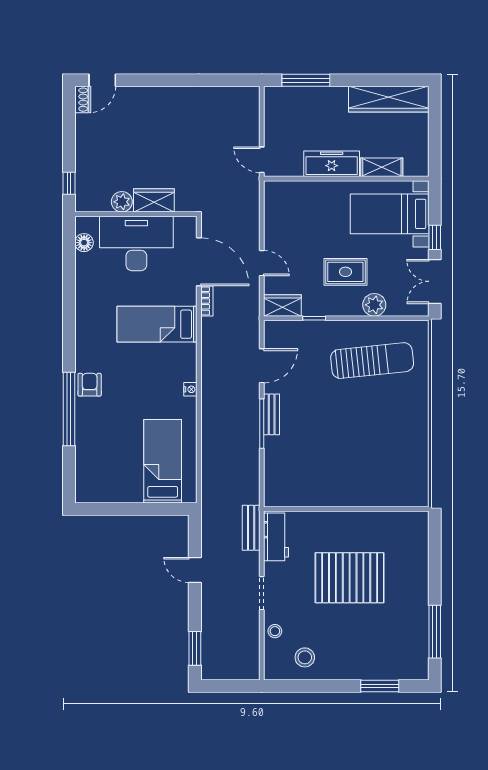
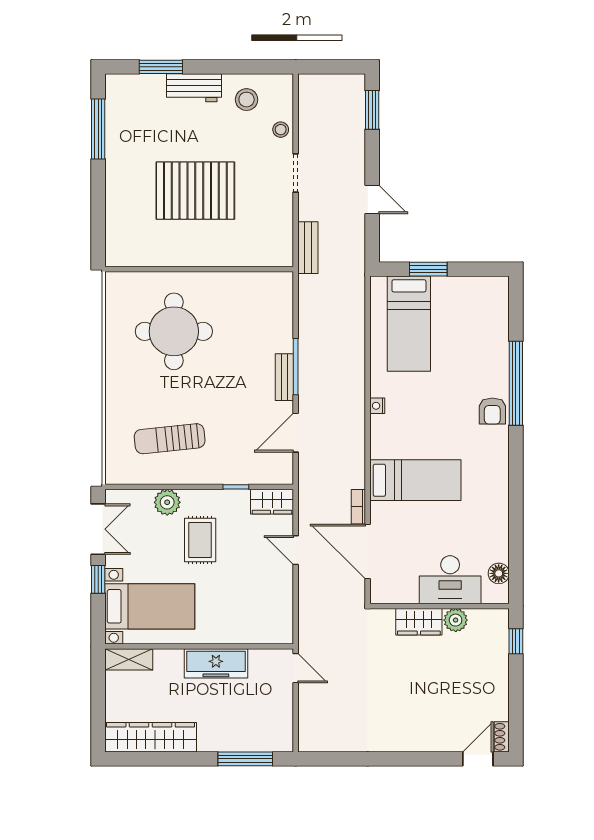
shelving: (382, 167) -> (129, 659), moved
desk: (136, 243) -> (450, 580), width x0.73, depth x0.77
rug: (345, 272) -> (200, 540), turned 90
sun lounger: (372, 361) -> (170, 439), width x0.73, depth x0.75
round table: (368, 454) -> (174, 331), added
window: (146, 509) -> (428, 269), added
workbench: (276, 537) -> (194, 88), moved, turned -90

